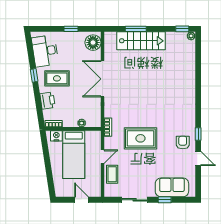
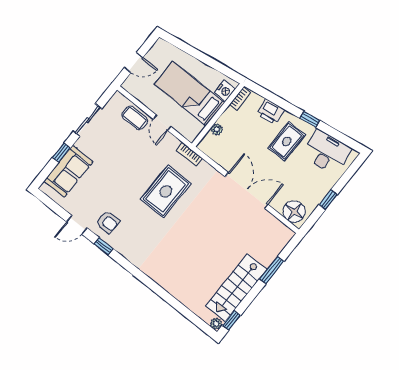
stairs: (141, 41) -> (236, 288), moved
rug: (140, 138) -> (166, 191), moved

